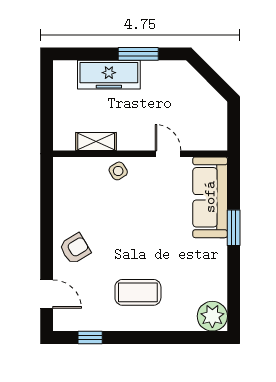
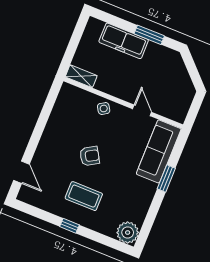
shelving: (96, 141) -> (81, 76), moved
armchair: (75, 249) -> (90, 156), moved
window: (90, 338) -> (69, 226), moved

